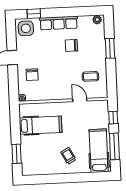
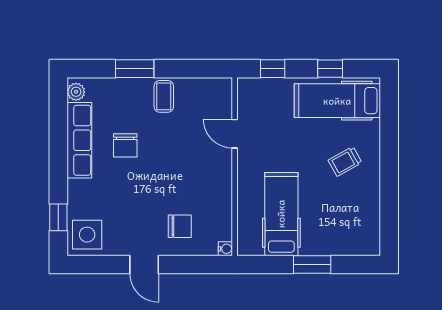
row of seats: (59, 23) -> (79, 140), moved
coffee table: (90, 76) -> (164, 96), moved
door: (80, 100) -> (235, 134), hinge flipped
window: (114, 146) -> (330, 69), width x0.46
window: (17, 154) -> (312, 264), moved

